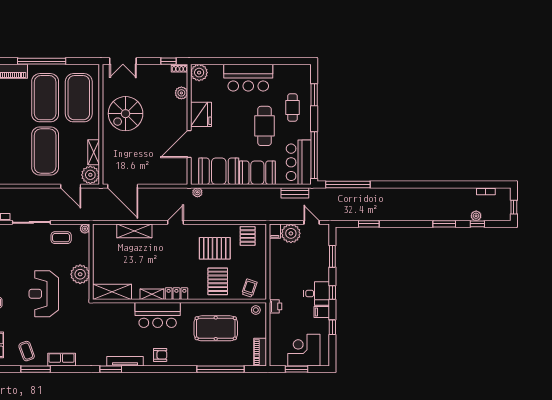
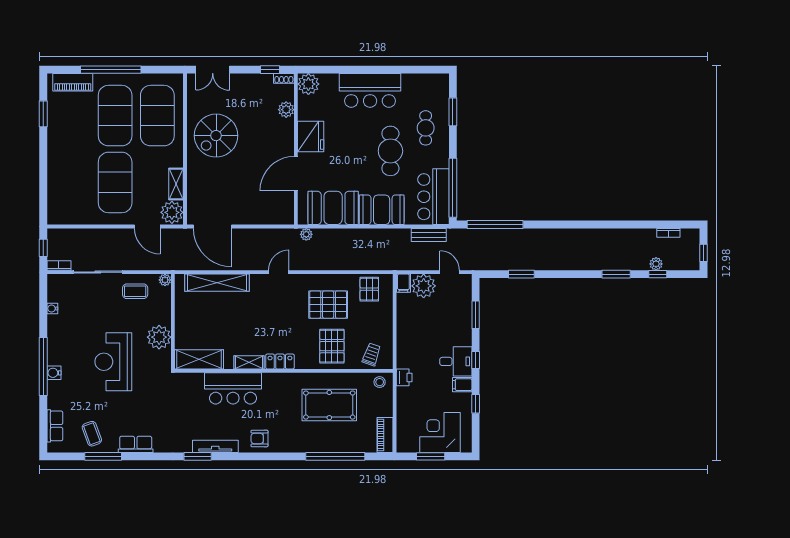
shelving: (134, 231) -> (217, 283), width x1.47
bar counter: (158, 315) -> (233, 388), moved
armchair: (160, 355) -> (259, 438), turned 180

